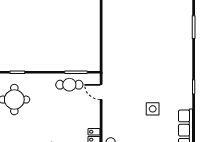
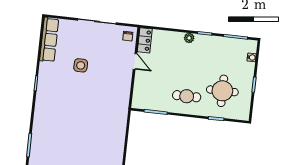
cafe table: (69, 85) -> (187, 96), moved
door: (101, 92) -> (135, 61), moved

